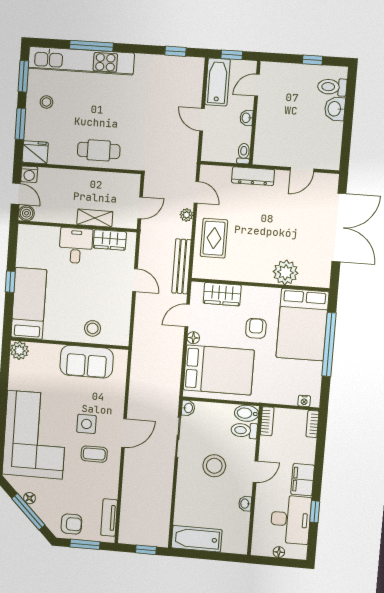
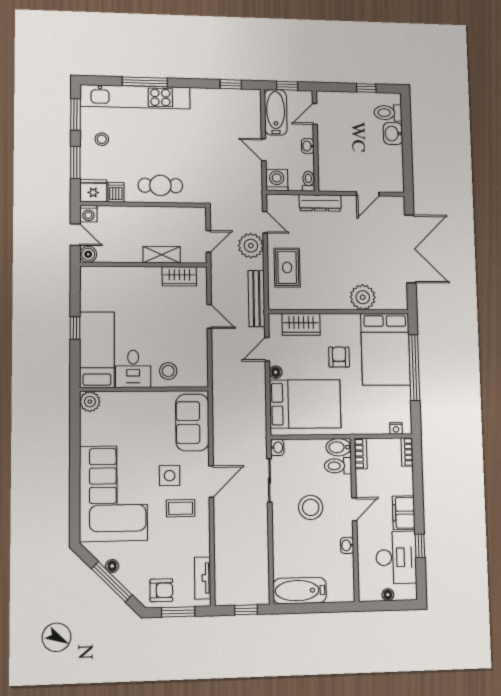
washing machine: (212, 151) -> (277, 180), added
dishwasher: (56, 155) -> (116, 192), added
plant: (186, 215) -> (251, 246), width x1.88, depth x1.88
desk: (76, 246) -> (133, 369), moved, turned 180
sofa: (87, 362) -> (192, 422), moved, turned 90

